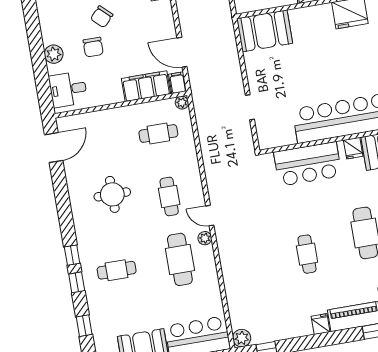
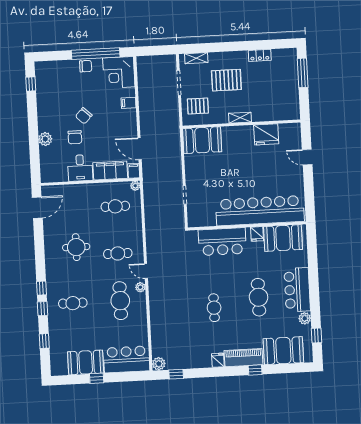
desk: (68, 89) -> (80, 168), moved, turned -90
cafe table: (169, 196) -> (118, 253), turned 90

